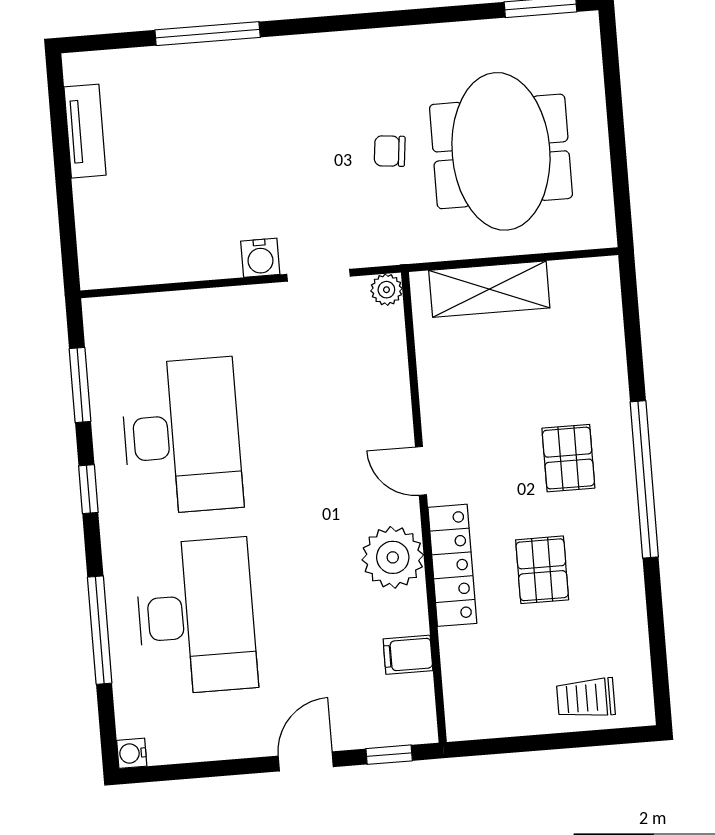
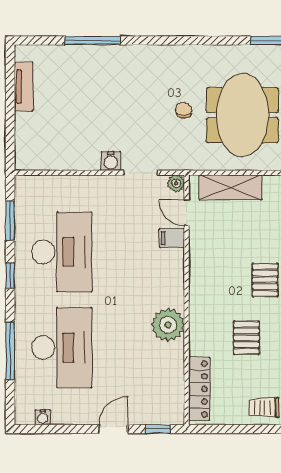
chair: (390, 151) -> (184, 110), turned 84
door: (421, 471) -> (187, 213), moved
locker: (452, 565) -> (199, 389), moved
filing cabinet: (408, 655) -> (172, 238), moved
water cooler: (132, 753) -> (43, 417), moved, turned -90

